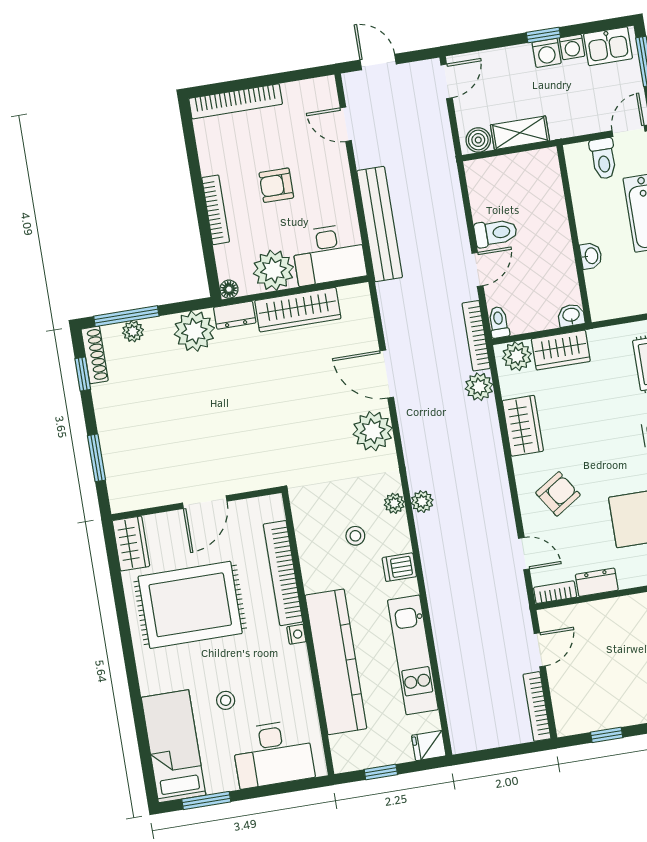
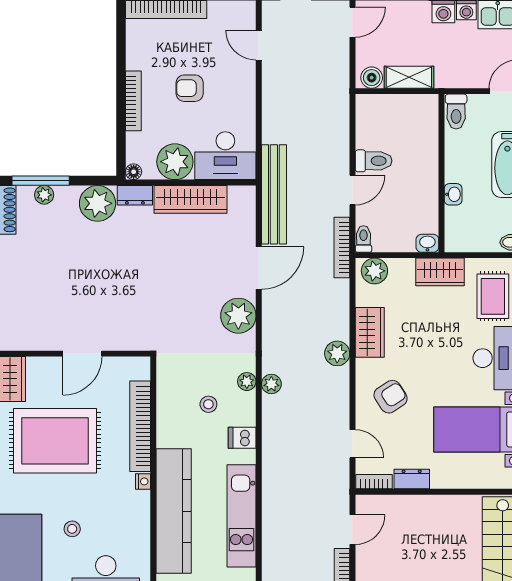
toilet: (603, 159) -> (456, 112), moved
bench: (380, 224) -> (274, 194), moved
wardrobe: (561, 350) -> (440, 272), moved
door: (387, 374) -> (259, 268), swing flipped
plant: (479, 387) -> (337, 353), moved

